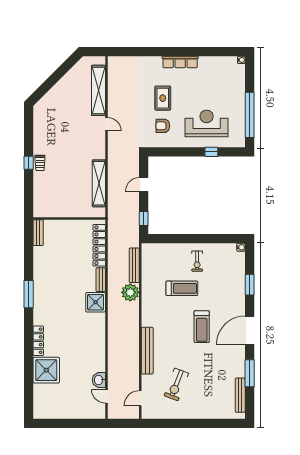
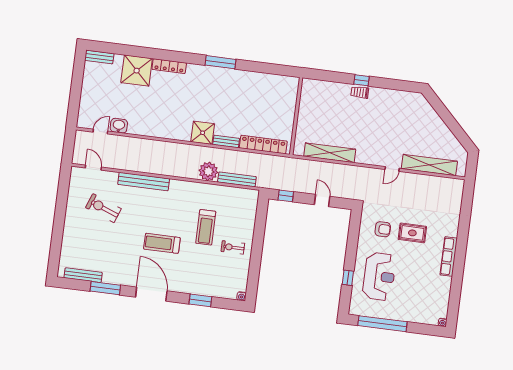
armchair: (163, 126) -> (383, 229), turned 90
bench: (38, 233) -> (99, 57), moved

